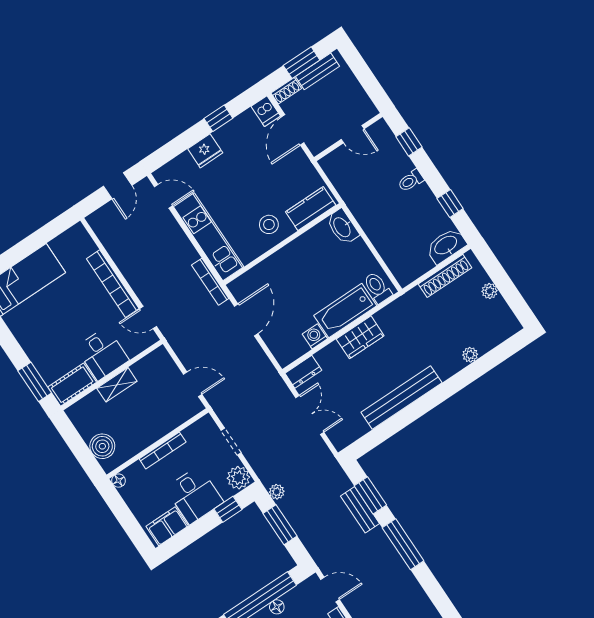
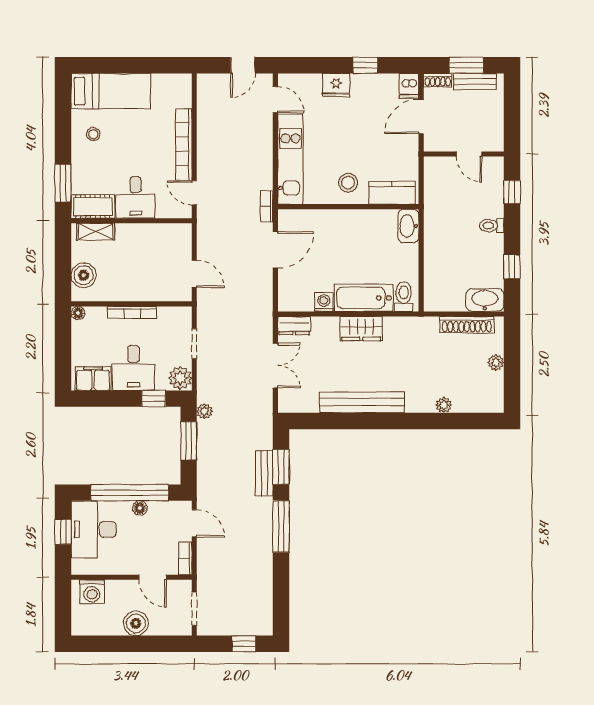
bookcase: (210, 282) -> (267, 207), width x0.64
stool: (33, 325) -> (93, 134), added
shelving: (117, 385) -> (96, 232), moved

